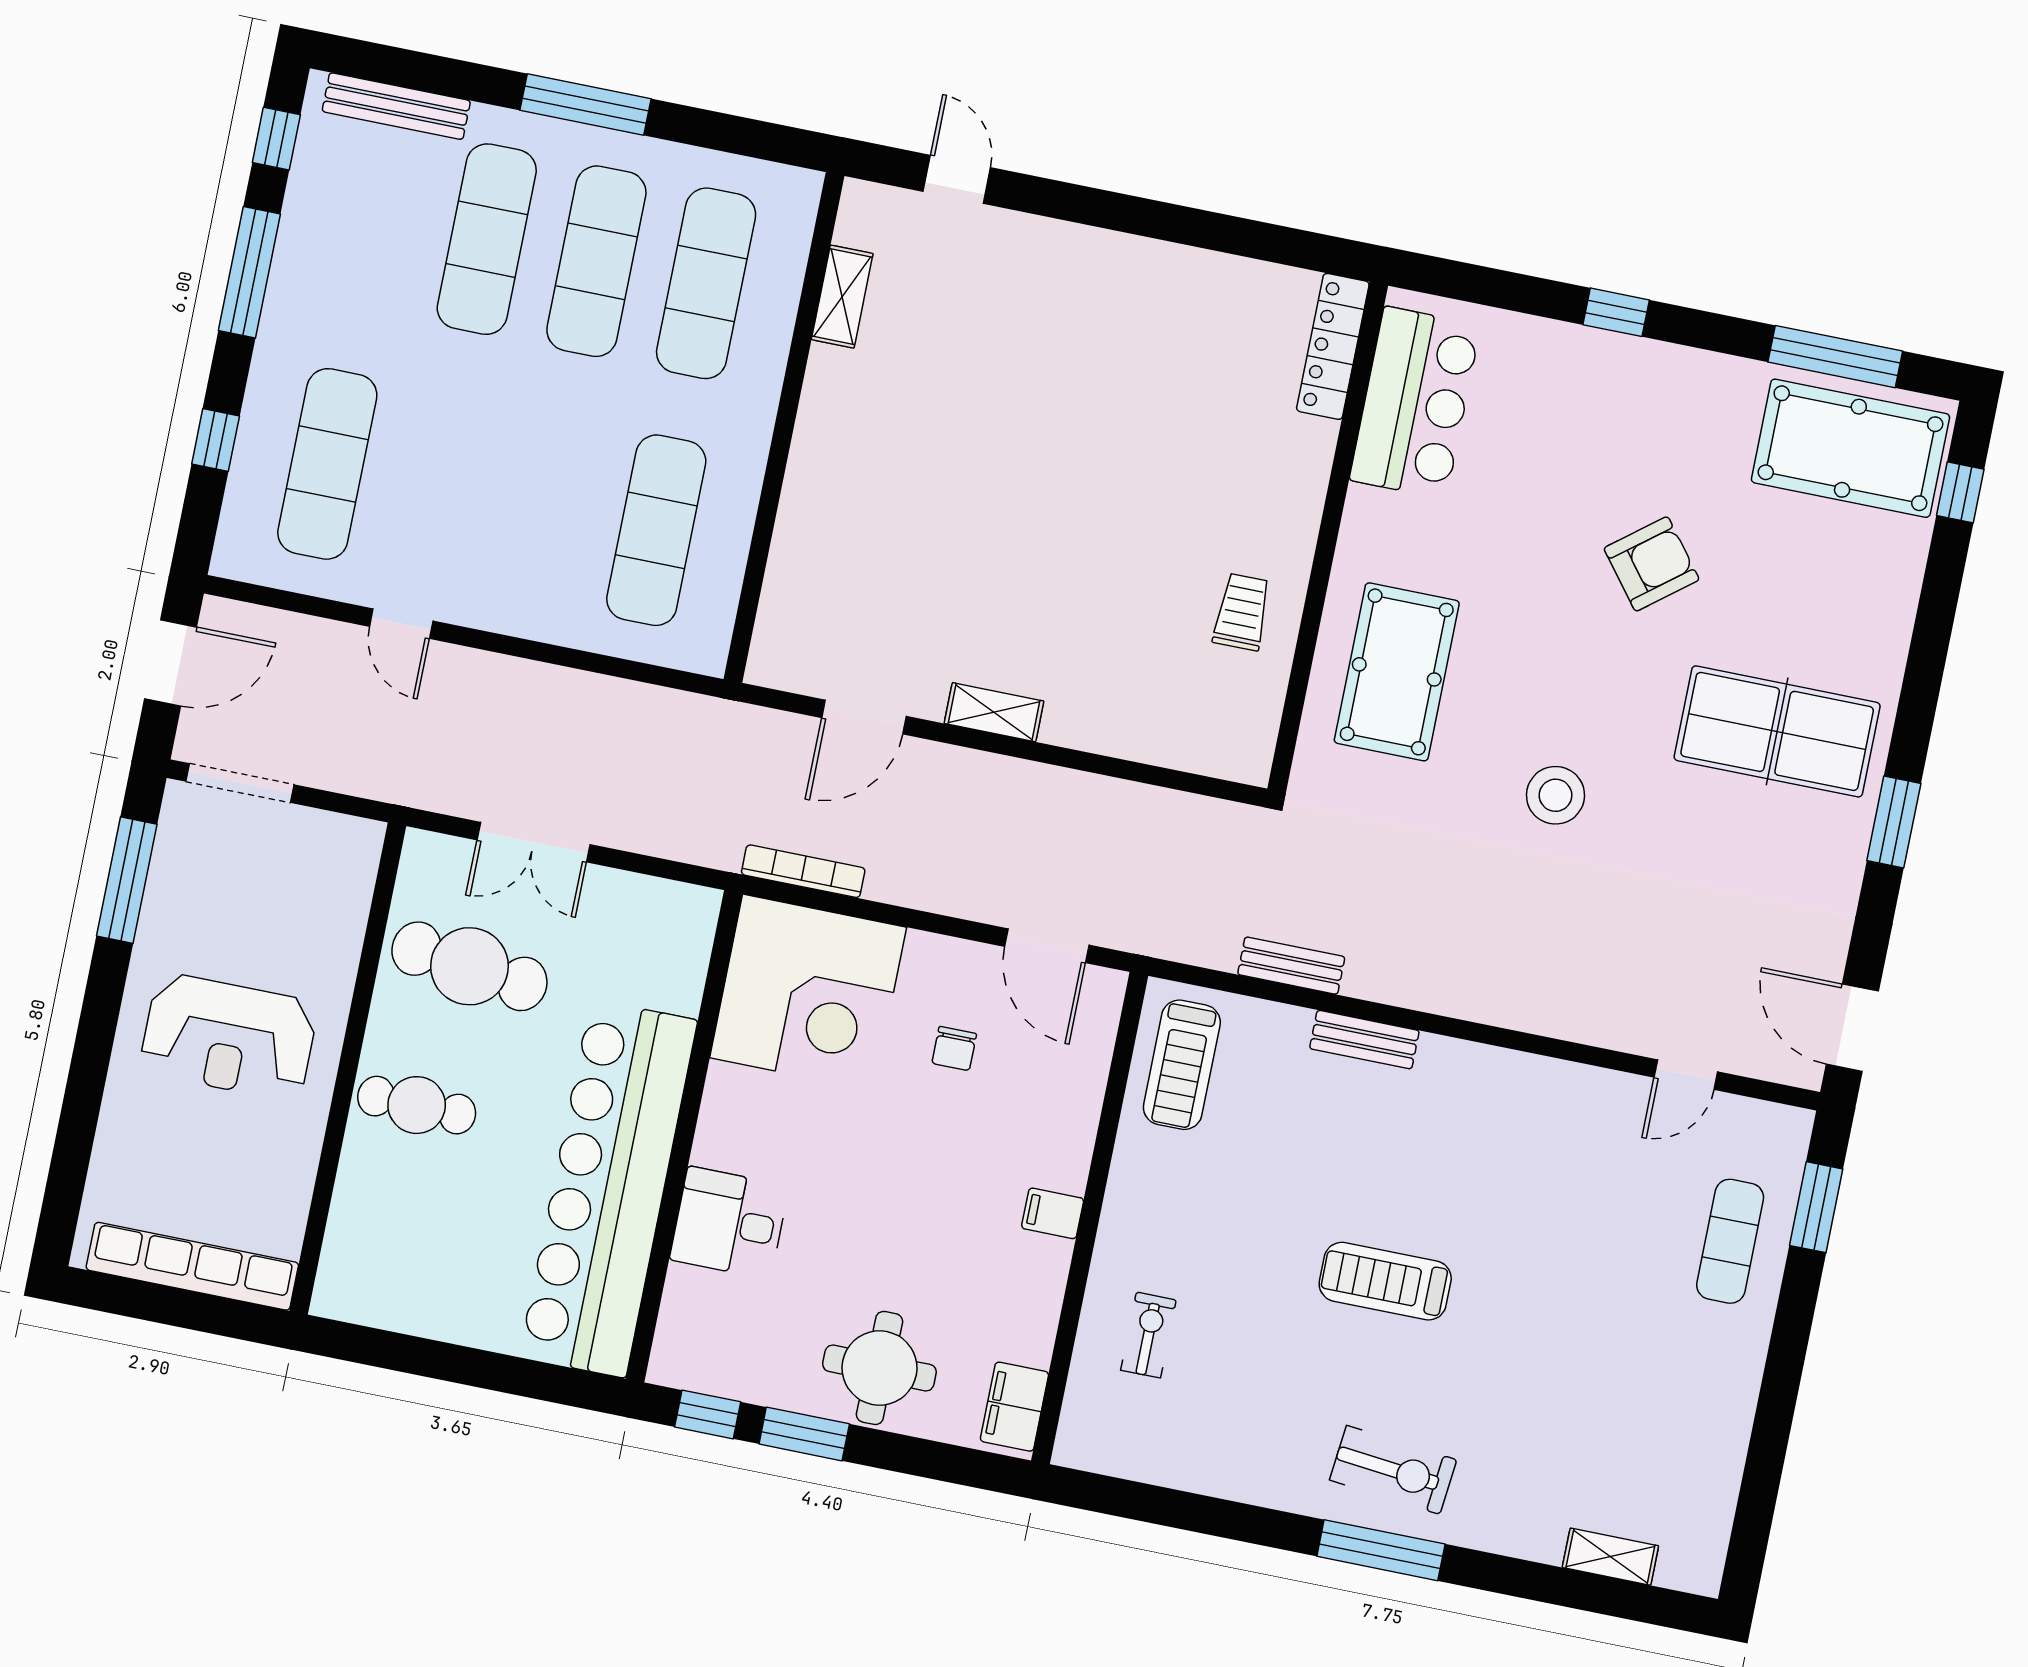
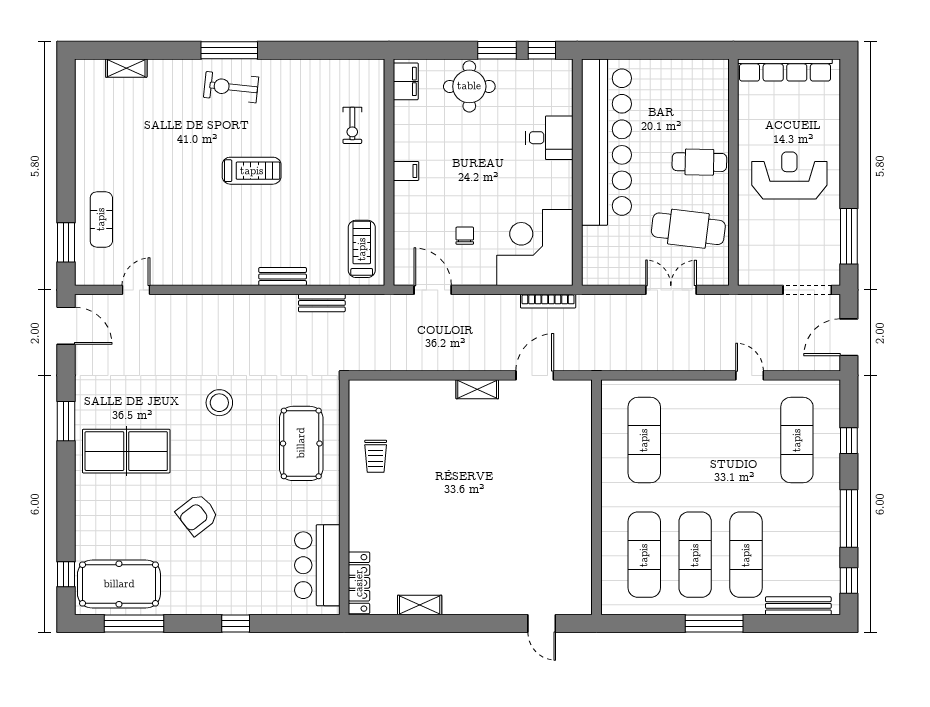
shelving: (842, 297) -> (420, 605), moved, turned 90

